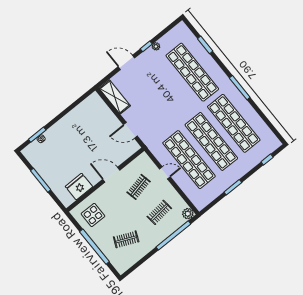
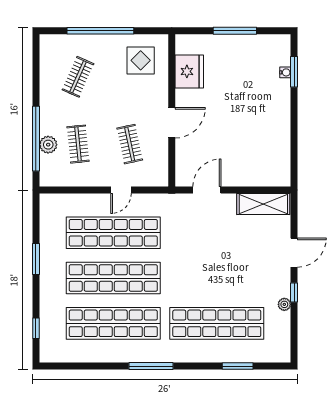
plant: (188, 214) -> (48, 145), moved

